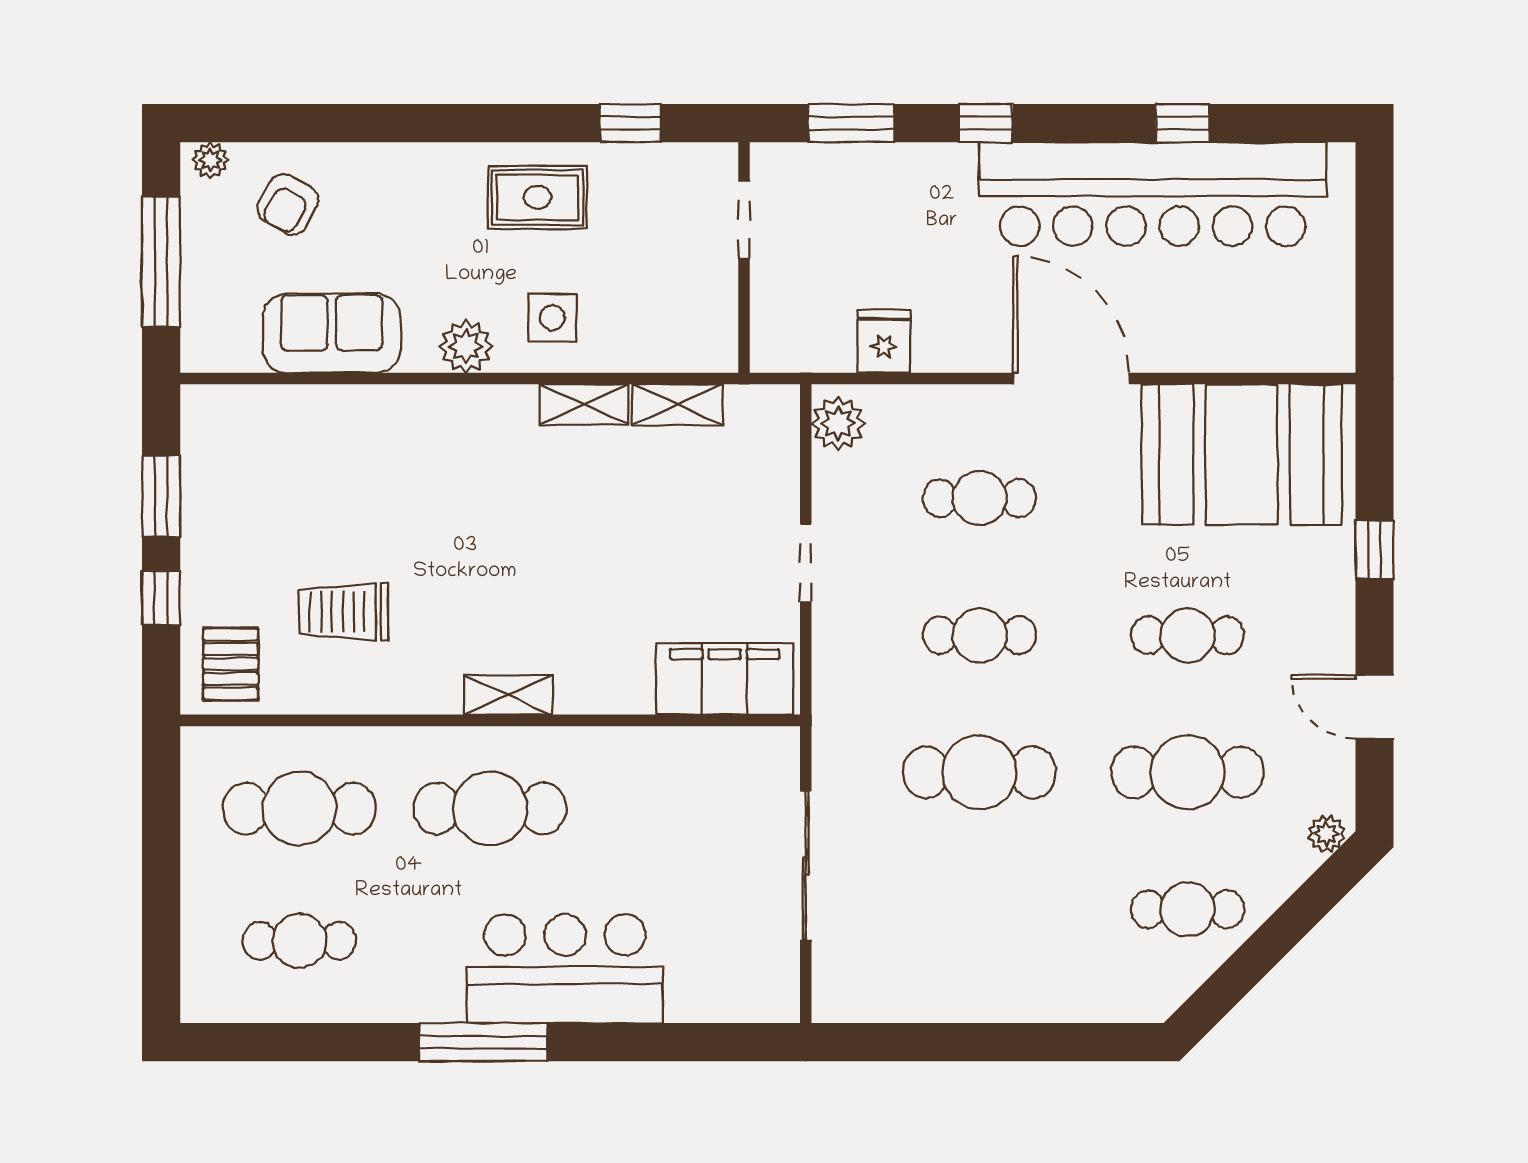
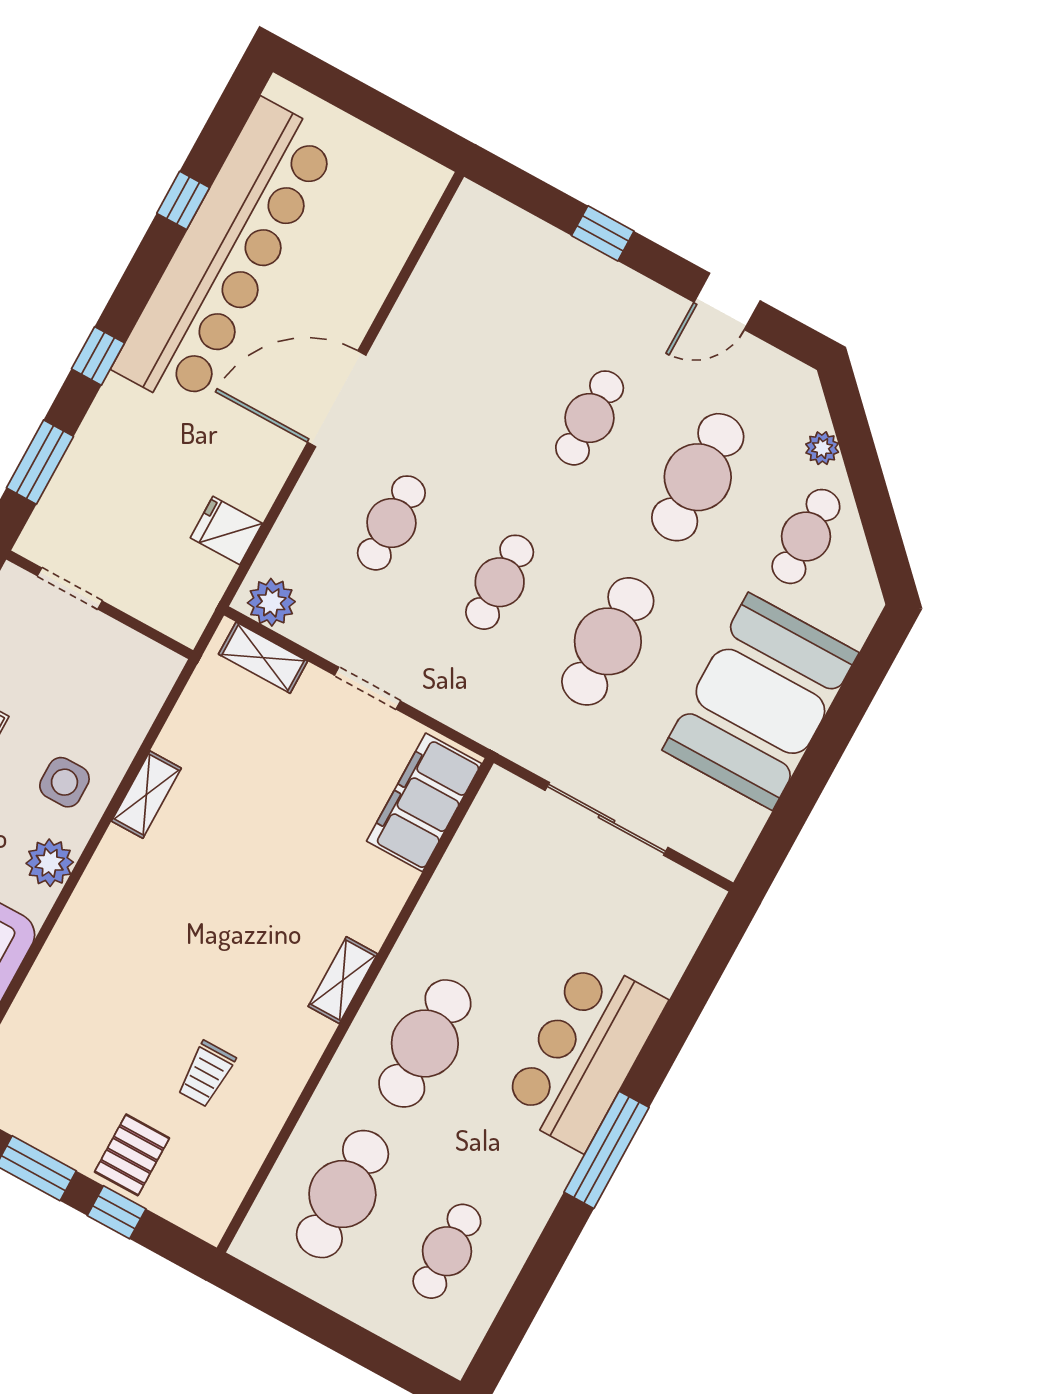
shelving: (678, 405) -> (263, 658), moved, turned 90
booth: (1242, 455) -> (760, 701), moved
trolley: (344, 612) -> (206, 1074), width x0.73, depth x0.72
pallet: (231, 664) -> (132, 1155), moved, turned 90
plant: (1326, 834) -> (822, 448), moved

